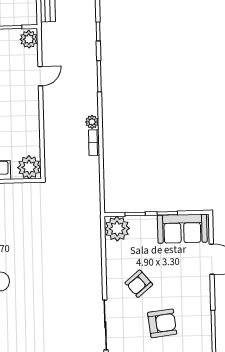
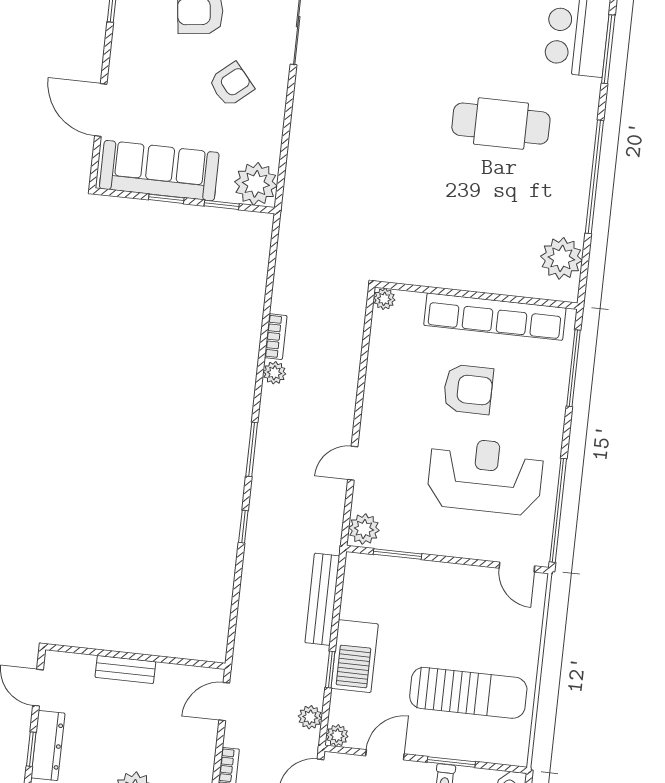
plant: (29, 167) -> (384, 299), width x0.53, depth x0.53
sofa: (182, 229) -> (159, 171), width x1.36

